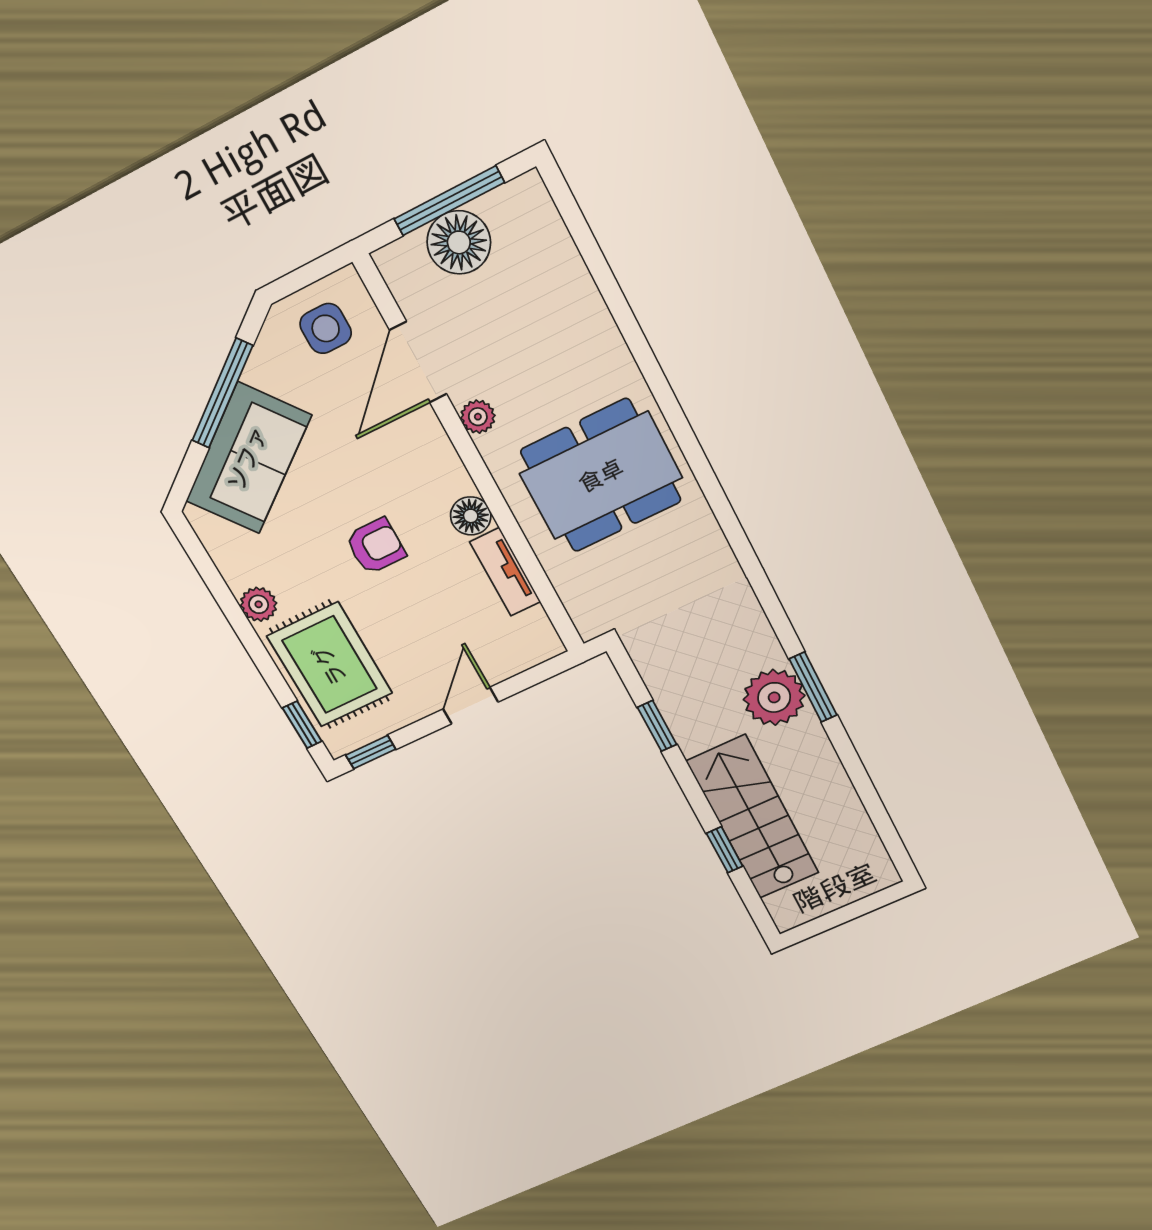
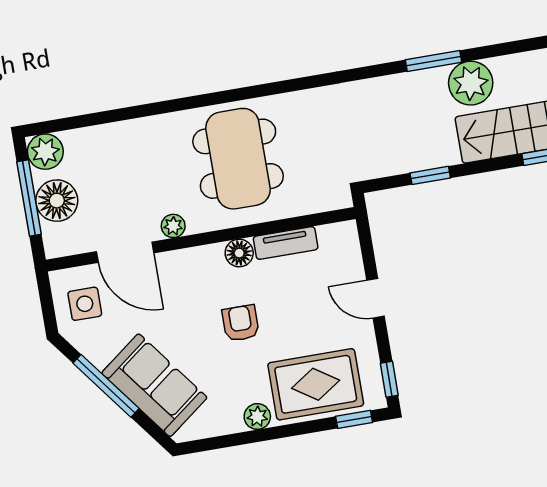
plant: (525, 203) -> (45, 152), added
plant: (774, 697) -> (471, 83), moved

